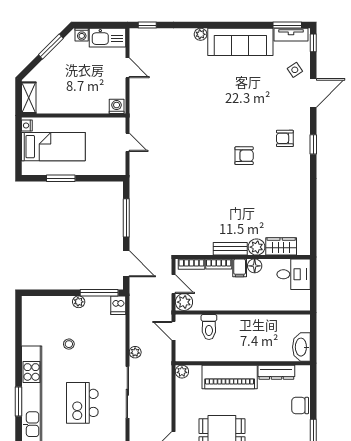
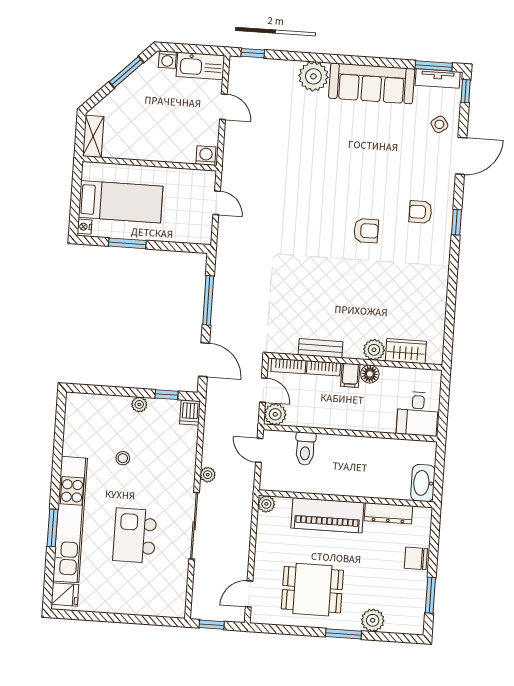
plant: (201, 34) -> (313, 76), width x1.88, depth x1.88
nightstand: (27, 125) -> (84, 227), moved
bench: (230, 249) -> (320, 348), moved
desk: (294, 274) -> (417, 414), moved, turned 90
window: (99, 293) -> (167, 395), width x0.46

